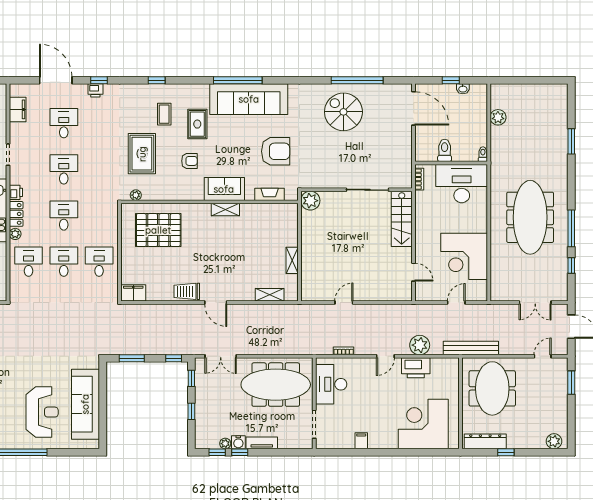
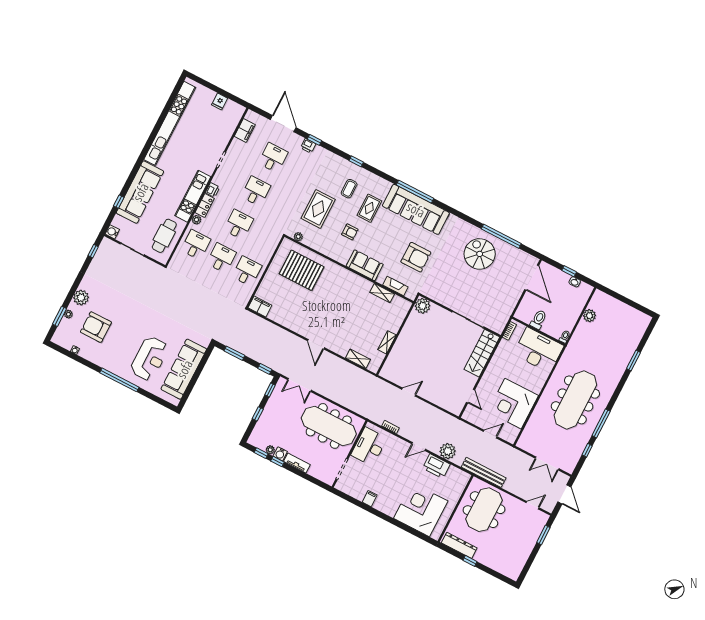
shelving: (225, 210) -> (382, 293), moved
trolley: (187, 291) -> (299, 325), removed
plant: (554, 441) -> (509, 571), removed

